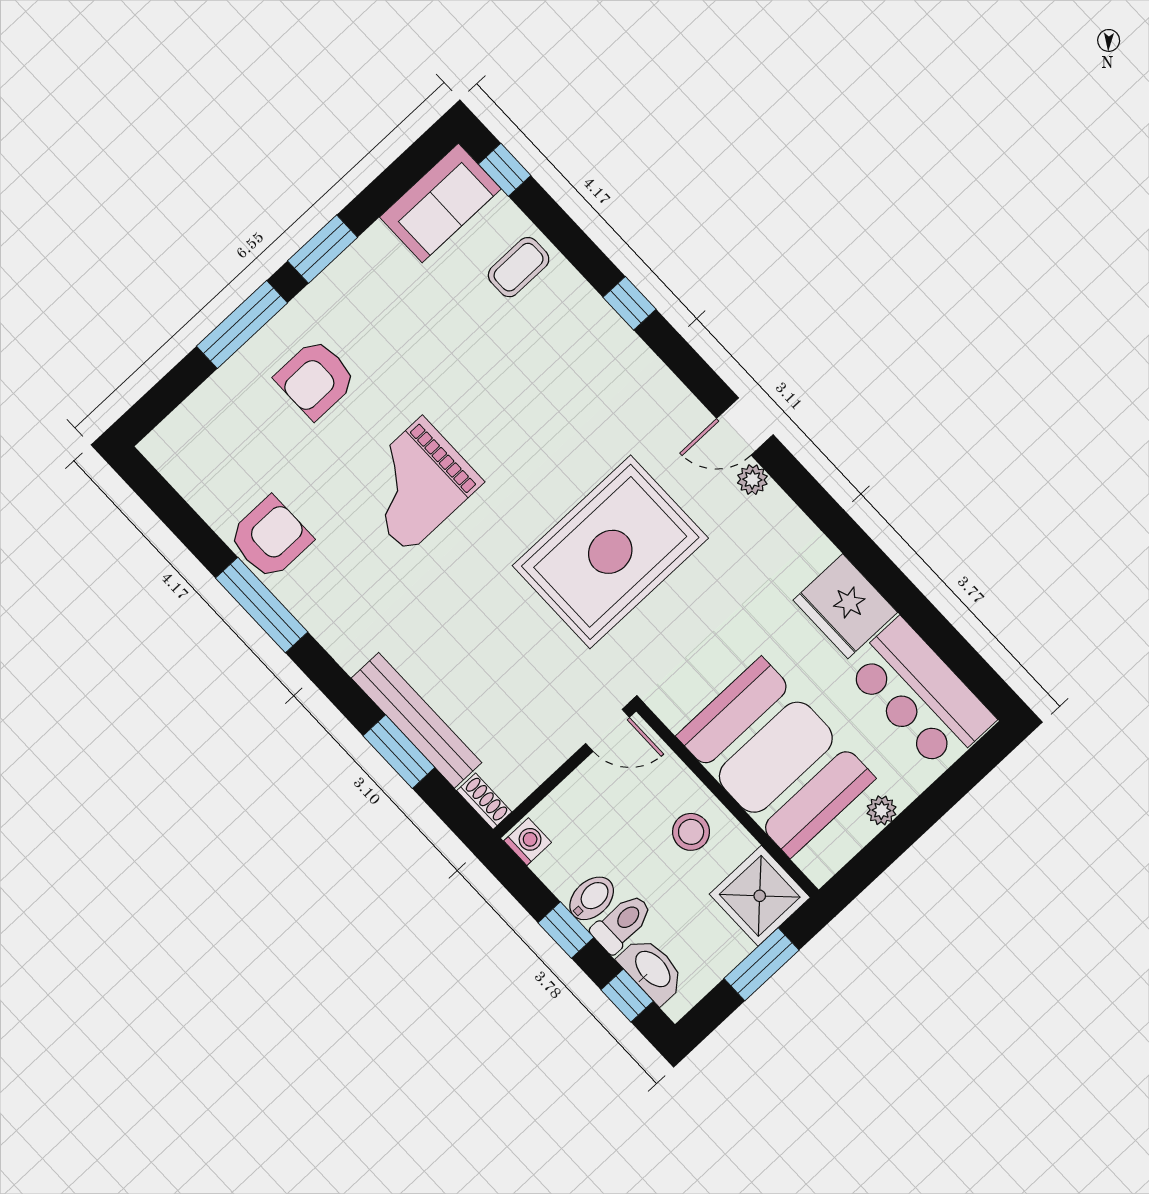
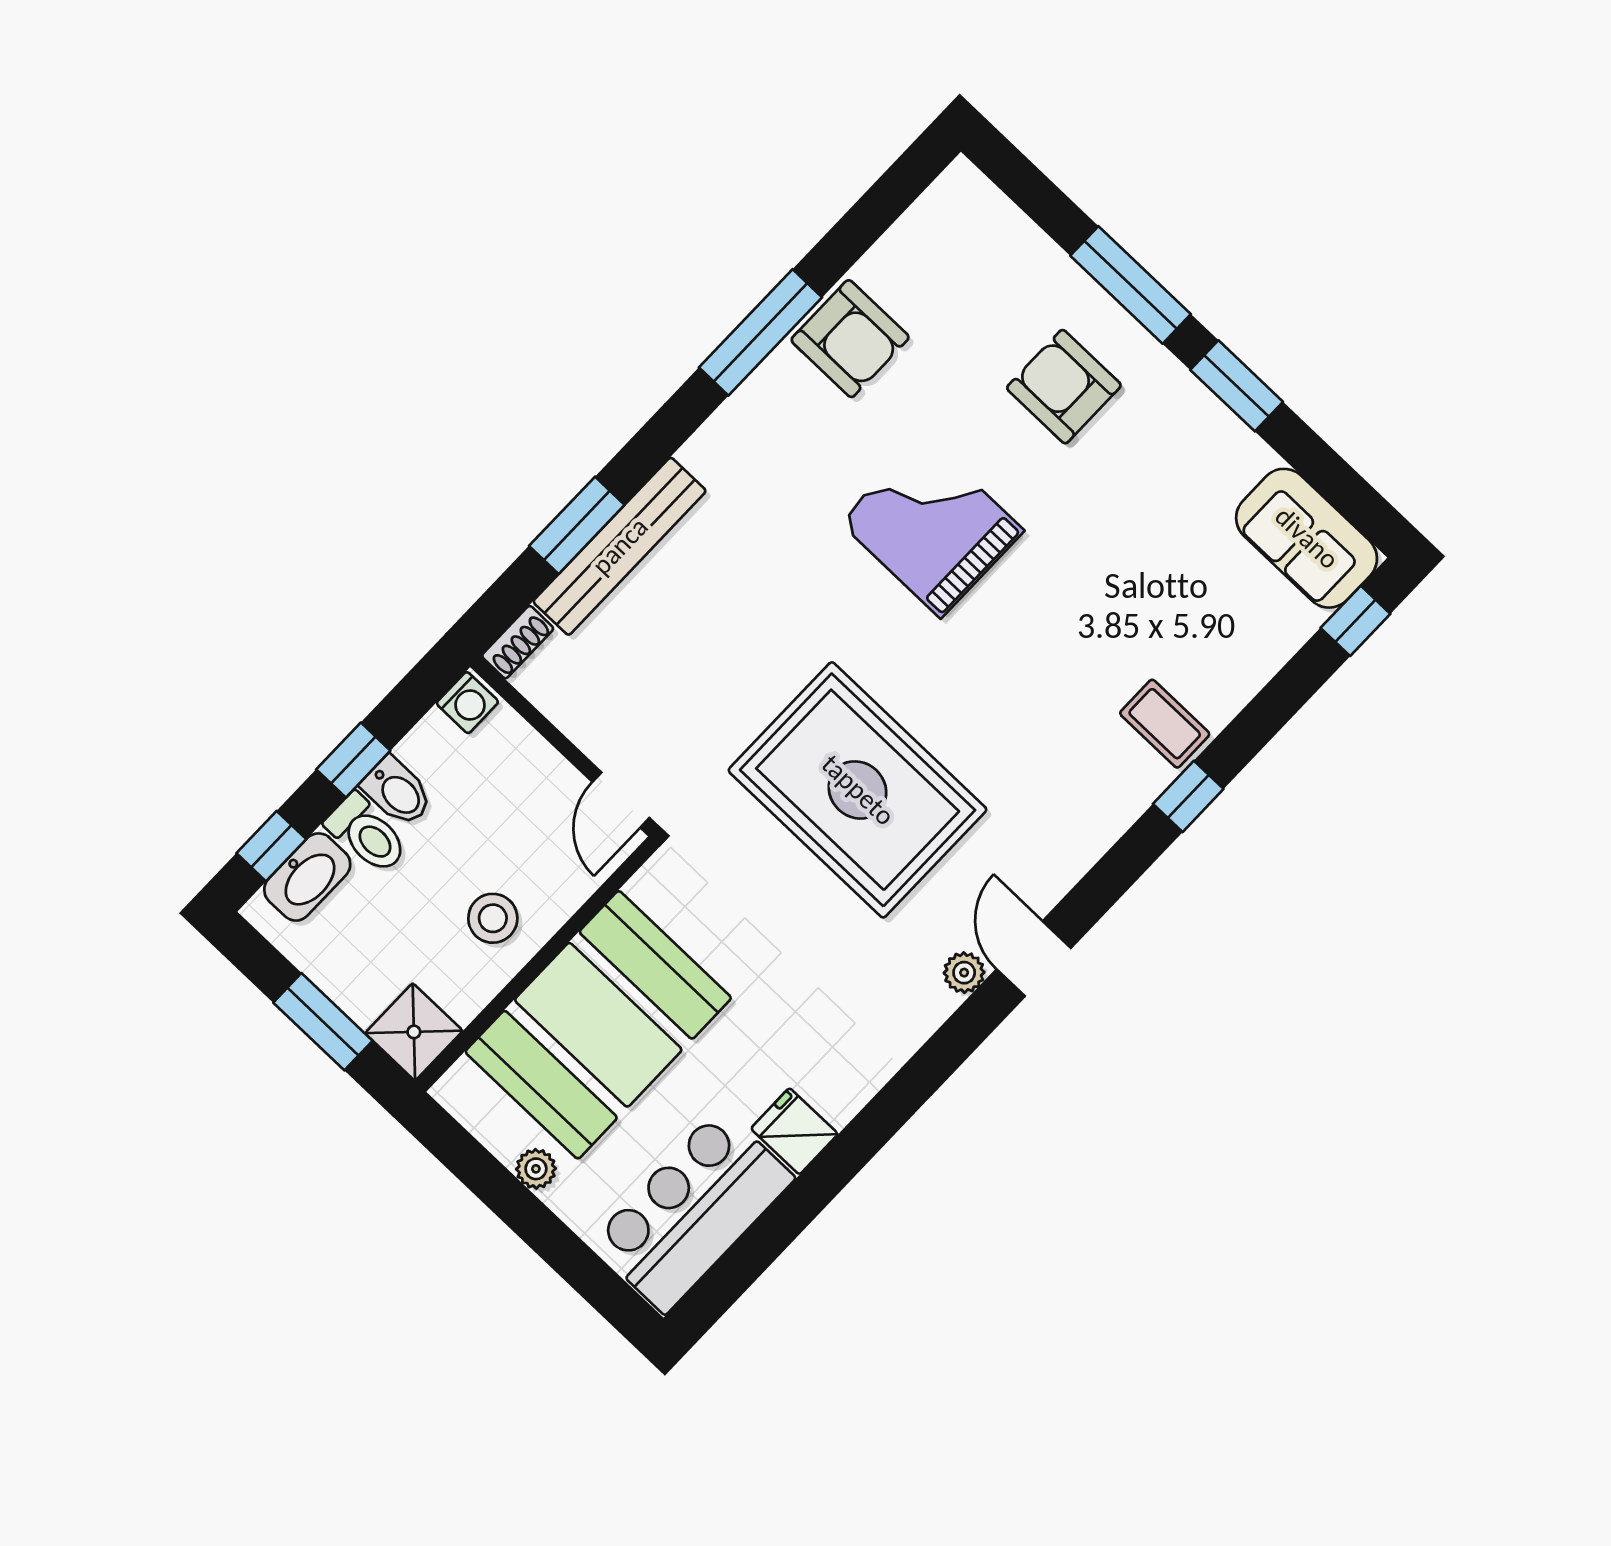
coffee table: (519, 267) -> (1165, 724), moved
fridge: (845, 606) -> (794, 1131), width x0.53, depth x0.75
shower: (760, 896) -> (414, 1032), width x0.73, depth x0.73

